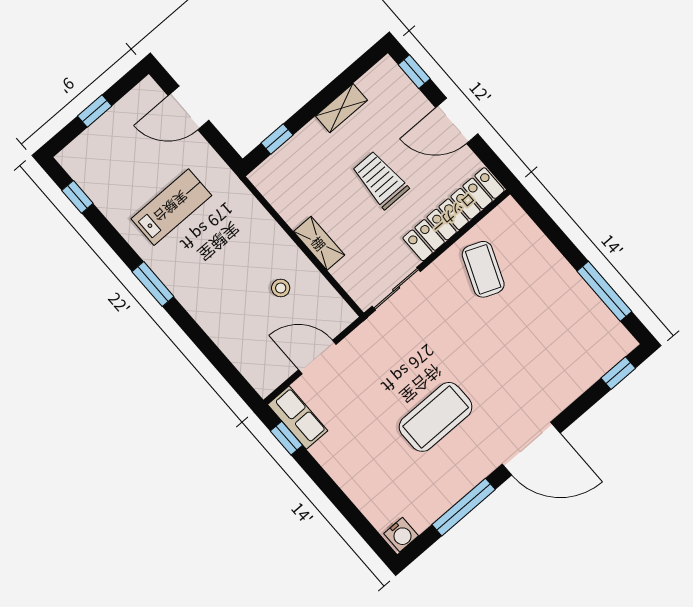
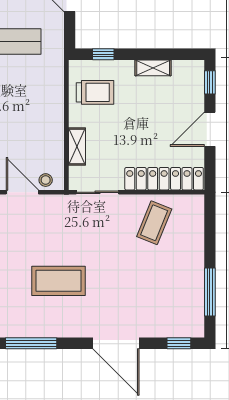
door: (457, 121) -> (210, 129), hinge flipped
trolley: (380, 180) -> (95, 92), moved, turned 90
shelving: (319, 243) -> (77, 146), moved
stool: (281, 288) -> (46, 180), moved
door: (531, 449) -> (116, 343), moved

